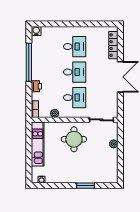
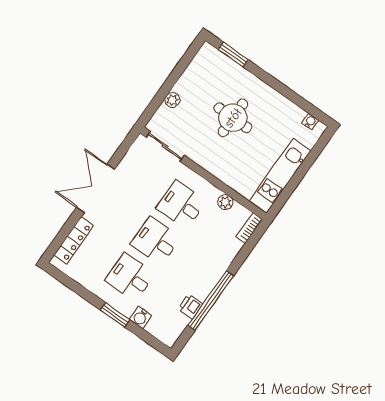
window: (69, 24) -> (115, 315), added
water cooler: (36, 31) -> (140, 317), moved
printer: (36, 86) -> (190, 306), moved
round table: (74, 139) -> (233, 118), moved
window: (85, 186) -> (233, 55), moved

